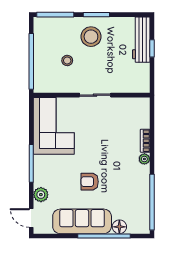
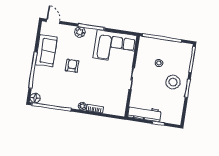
workbench: (141, 40) -> (144, 113), moved
plant: (41, 195) -> (80, 32), moved
door: (31, 218) -> (53, 21), hinge flipped
sofa: (82, 221) -> (46, 51), width x0.73
floor lamp: (119, 227) -> (35, 98), moved

